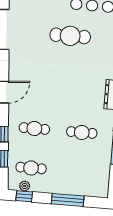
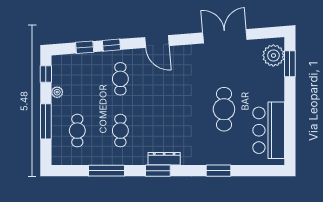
cafe table: (31, 168) -> (77, 131), moved
plant: (25, 186) -> (57, 92), moved

